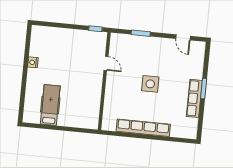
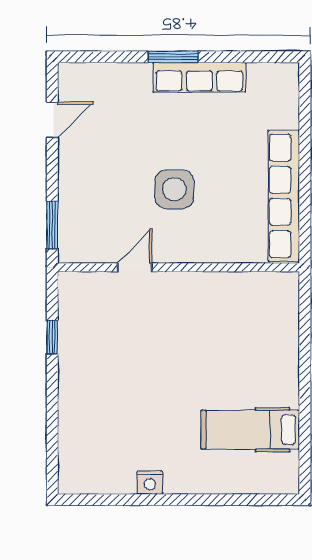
door: (106, 63) -> (135, 267), moved
wall: (104, 81) -> (179, 267), moved

